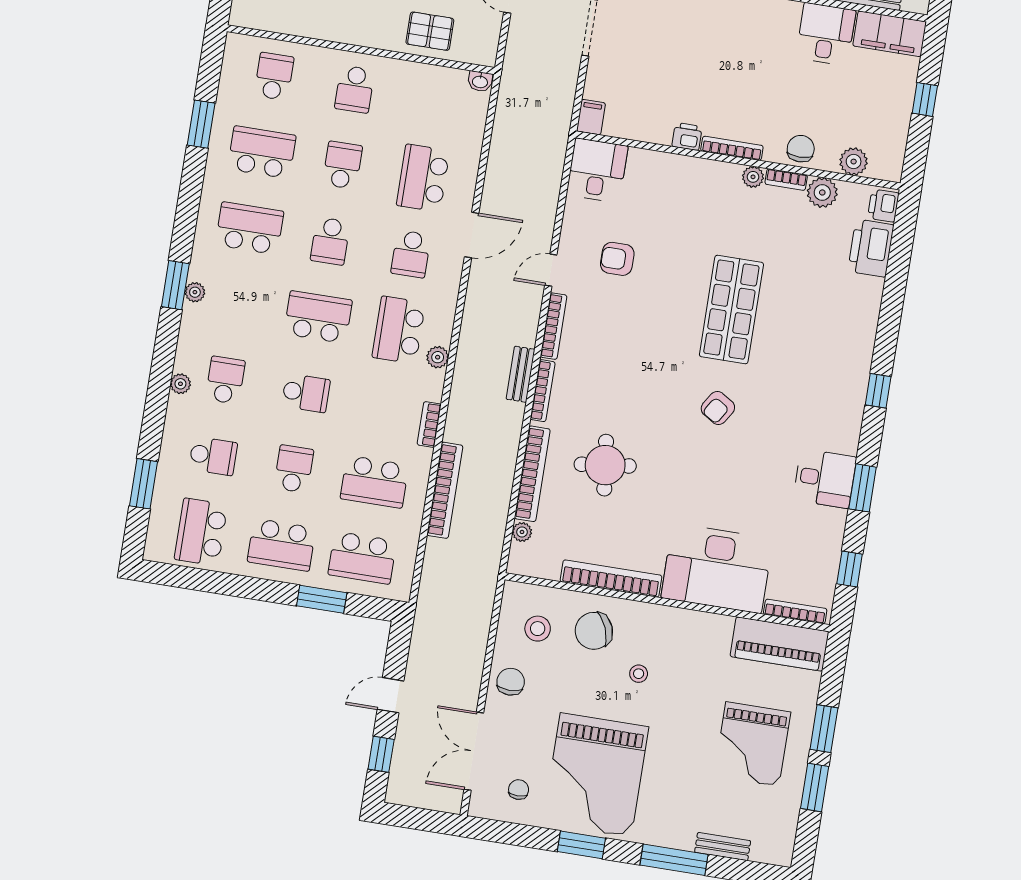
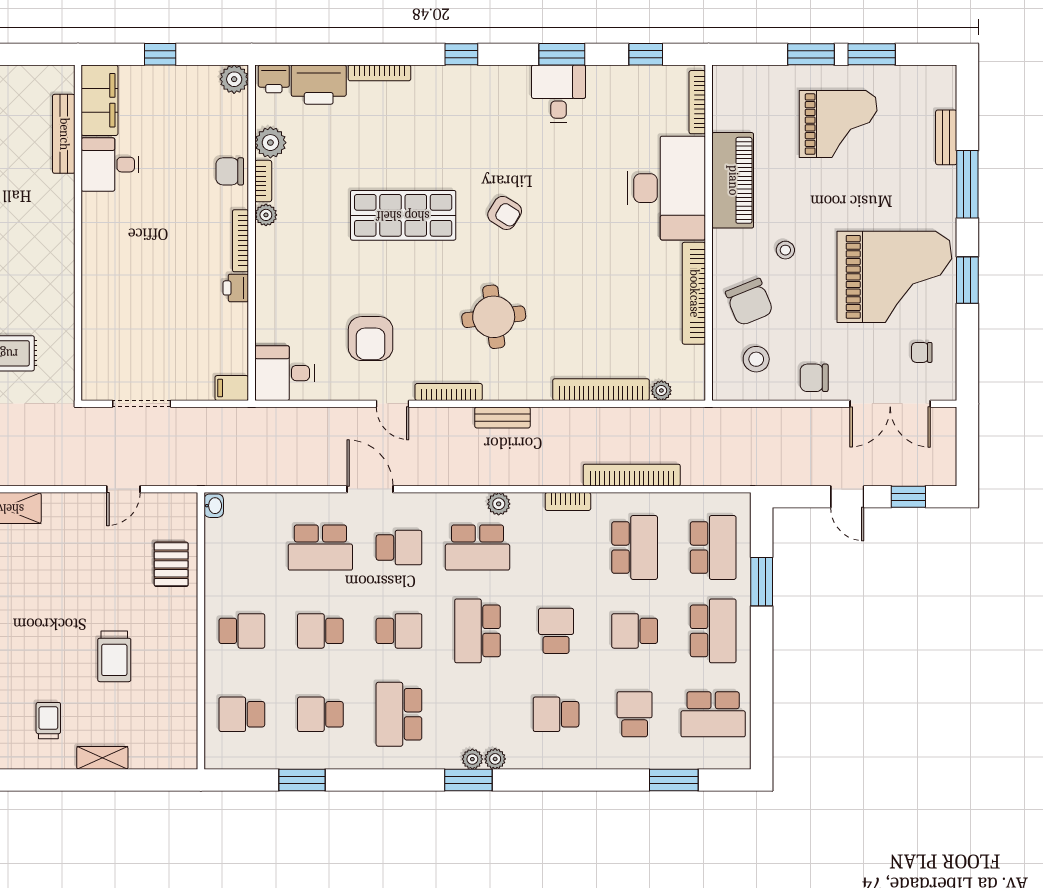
school desk: (262, 152) -> (320, 714), width x0.54
plant: (854, 162) -> (234, 79), moved
armchair: (617, 259) -> (371, 339), width x1.38, depth x1.38
plant: (180, 384) -> (495, 759), moved
bookcase: (543, 391) -> (379, 73), moved, turned 180
round table: (605, 465) -> (494, 317), moved
piano: (779, 644) -> (733, 180), moved

